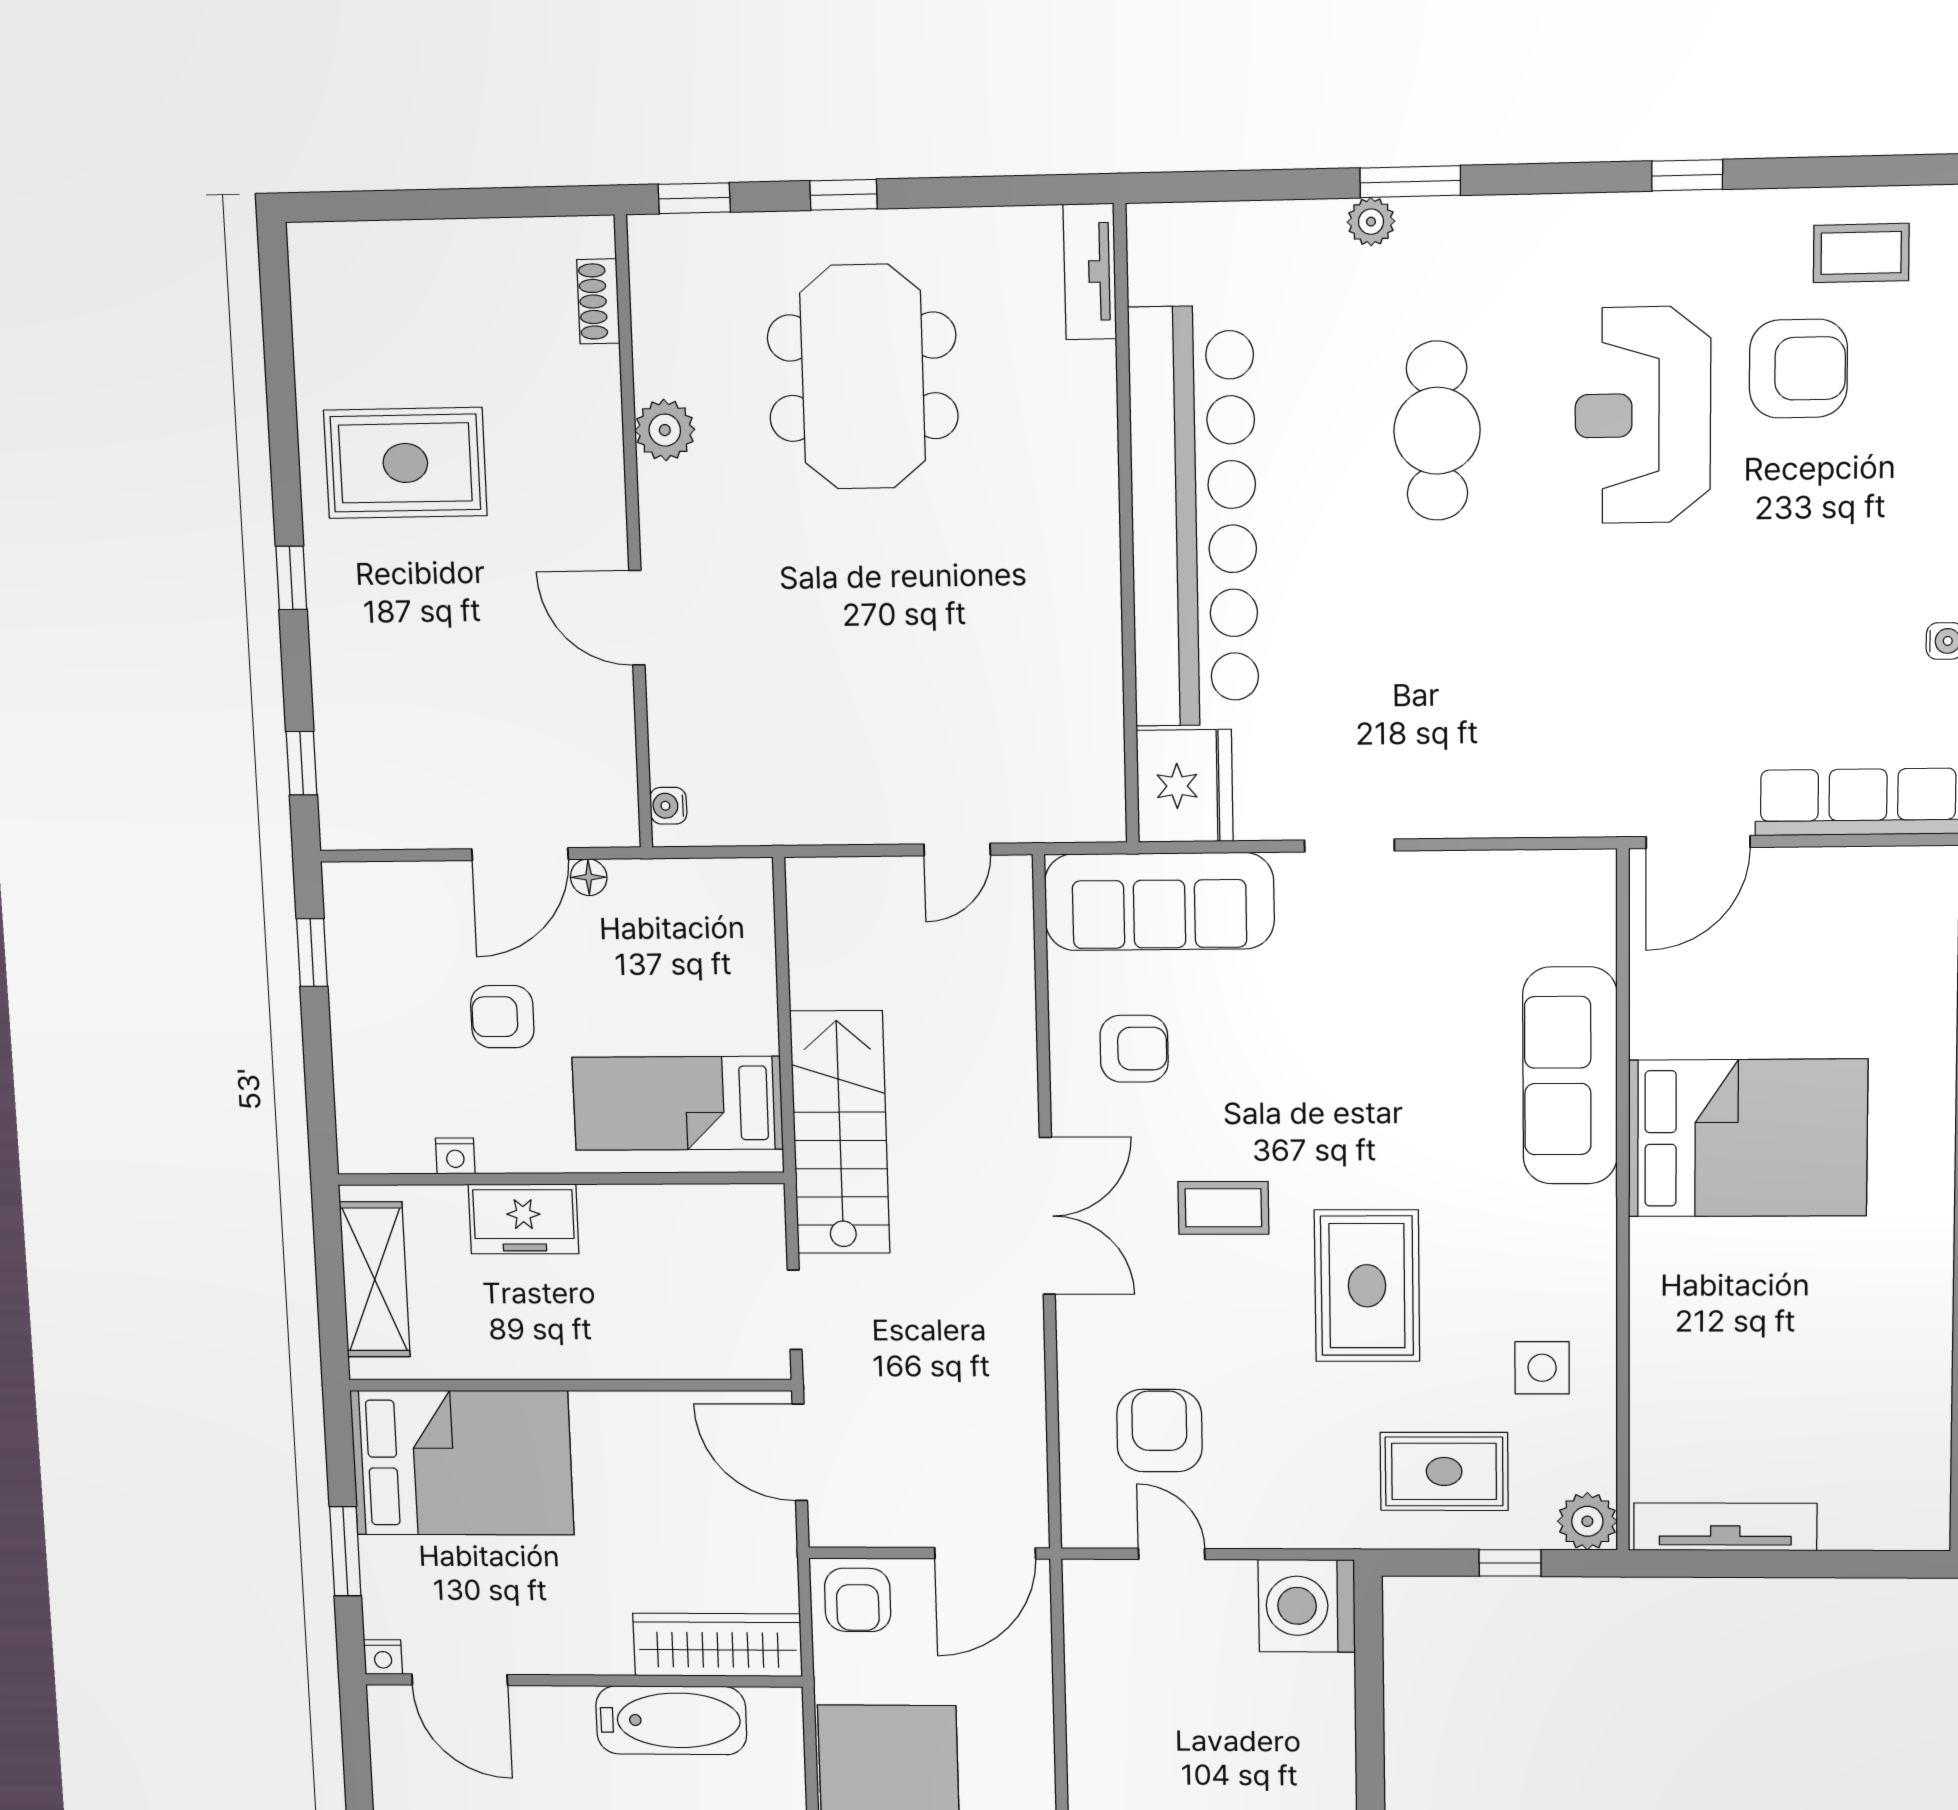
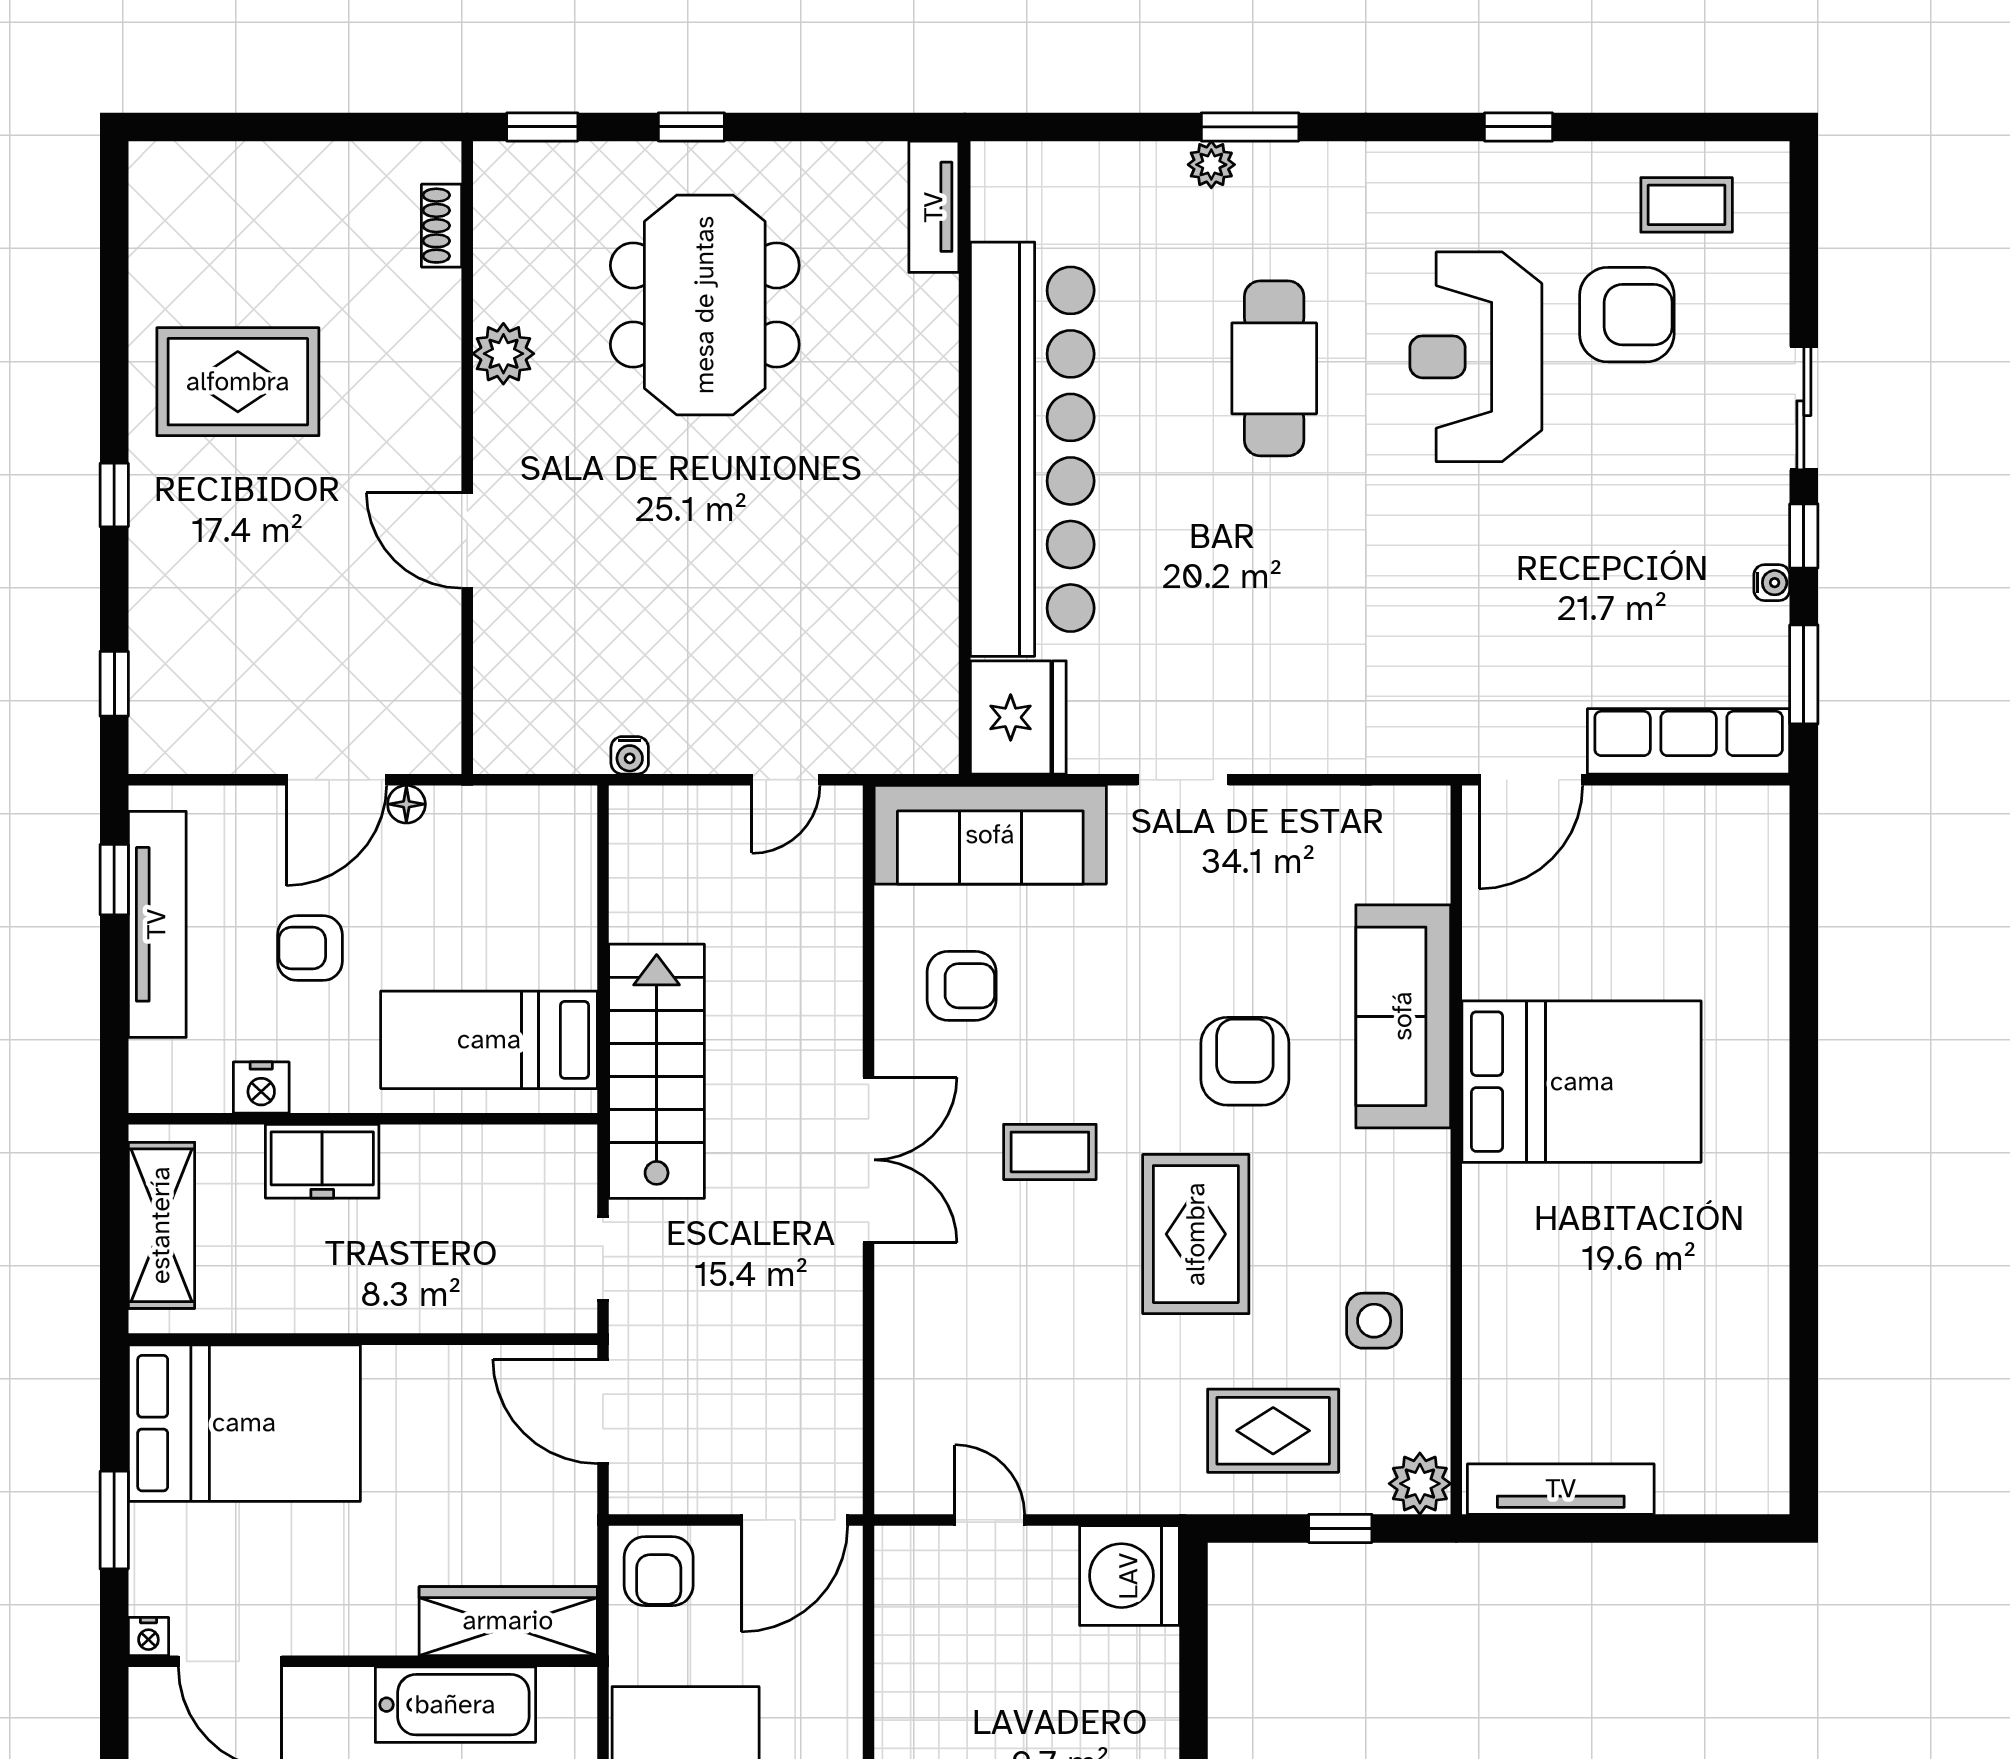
water cooler: (668, 806) -> (630, 755), moved, turned -90
tv unit: (355, 995) -> (157, 924), added
nightstand: (455, 1156) -> (261, 1088), width x1.39, depth x1.35
armchair: (1159, 1431) -> (1245, 1061), moved

